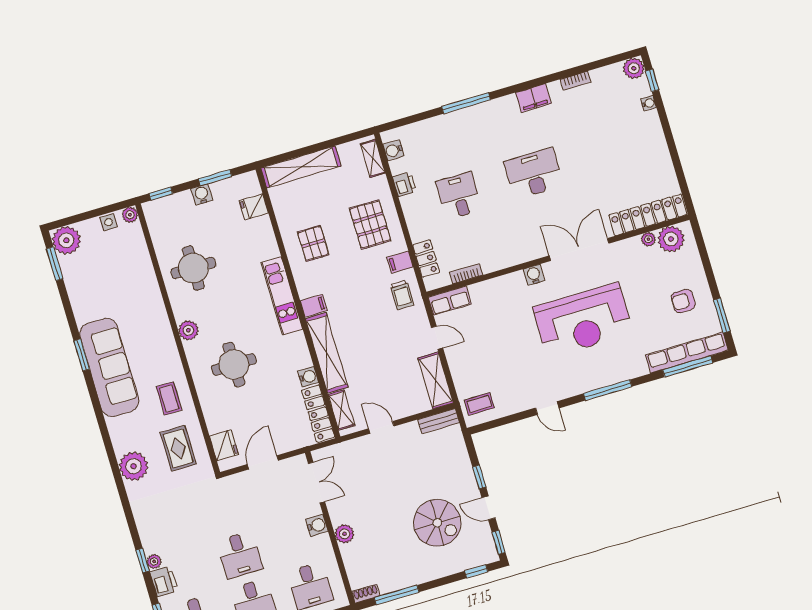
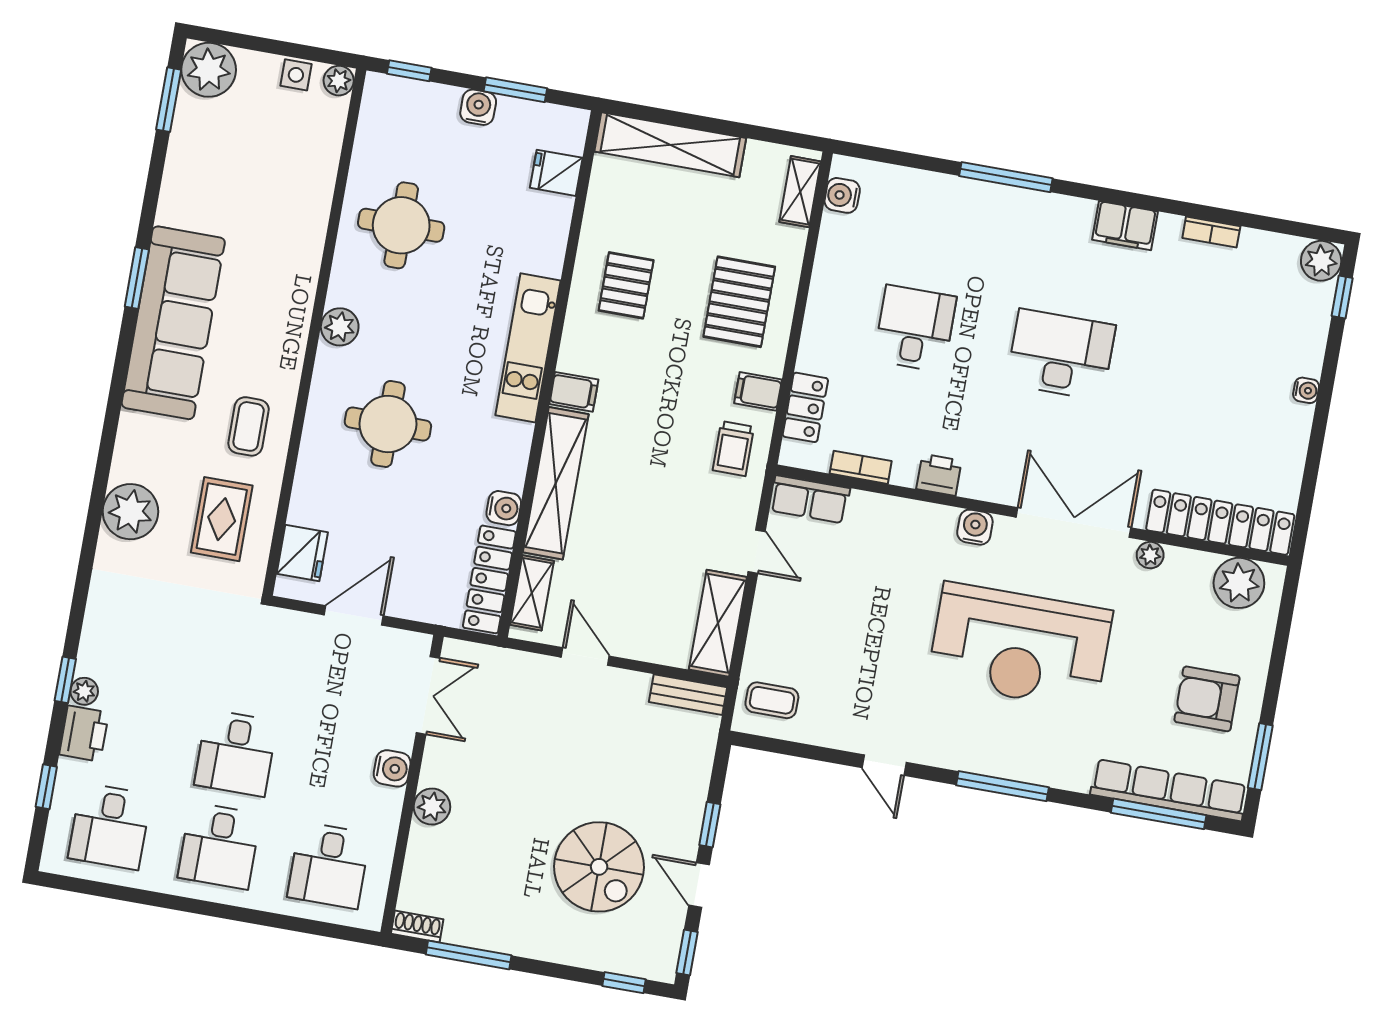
water cooler: (649, 103) -> (1306, 390), moved
printer: (404, 184) -> (939, 475), moved, turned -90
plant: (648, 239) -> (1150, 555), moved
armchair: (683, 301) -> (1207, 699), width x1.38, depth x1.38

